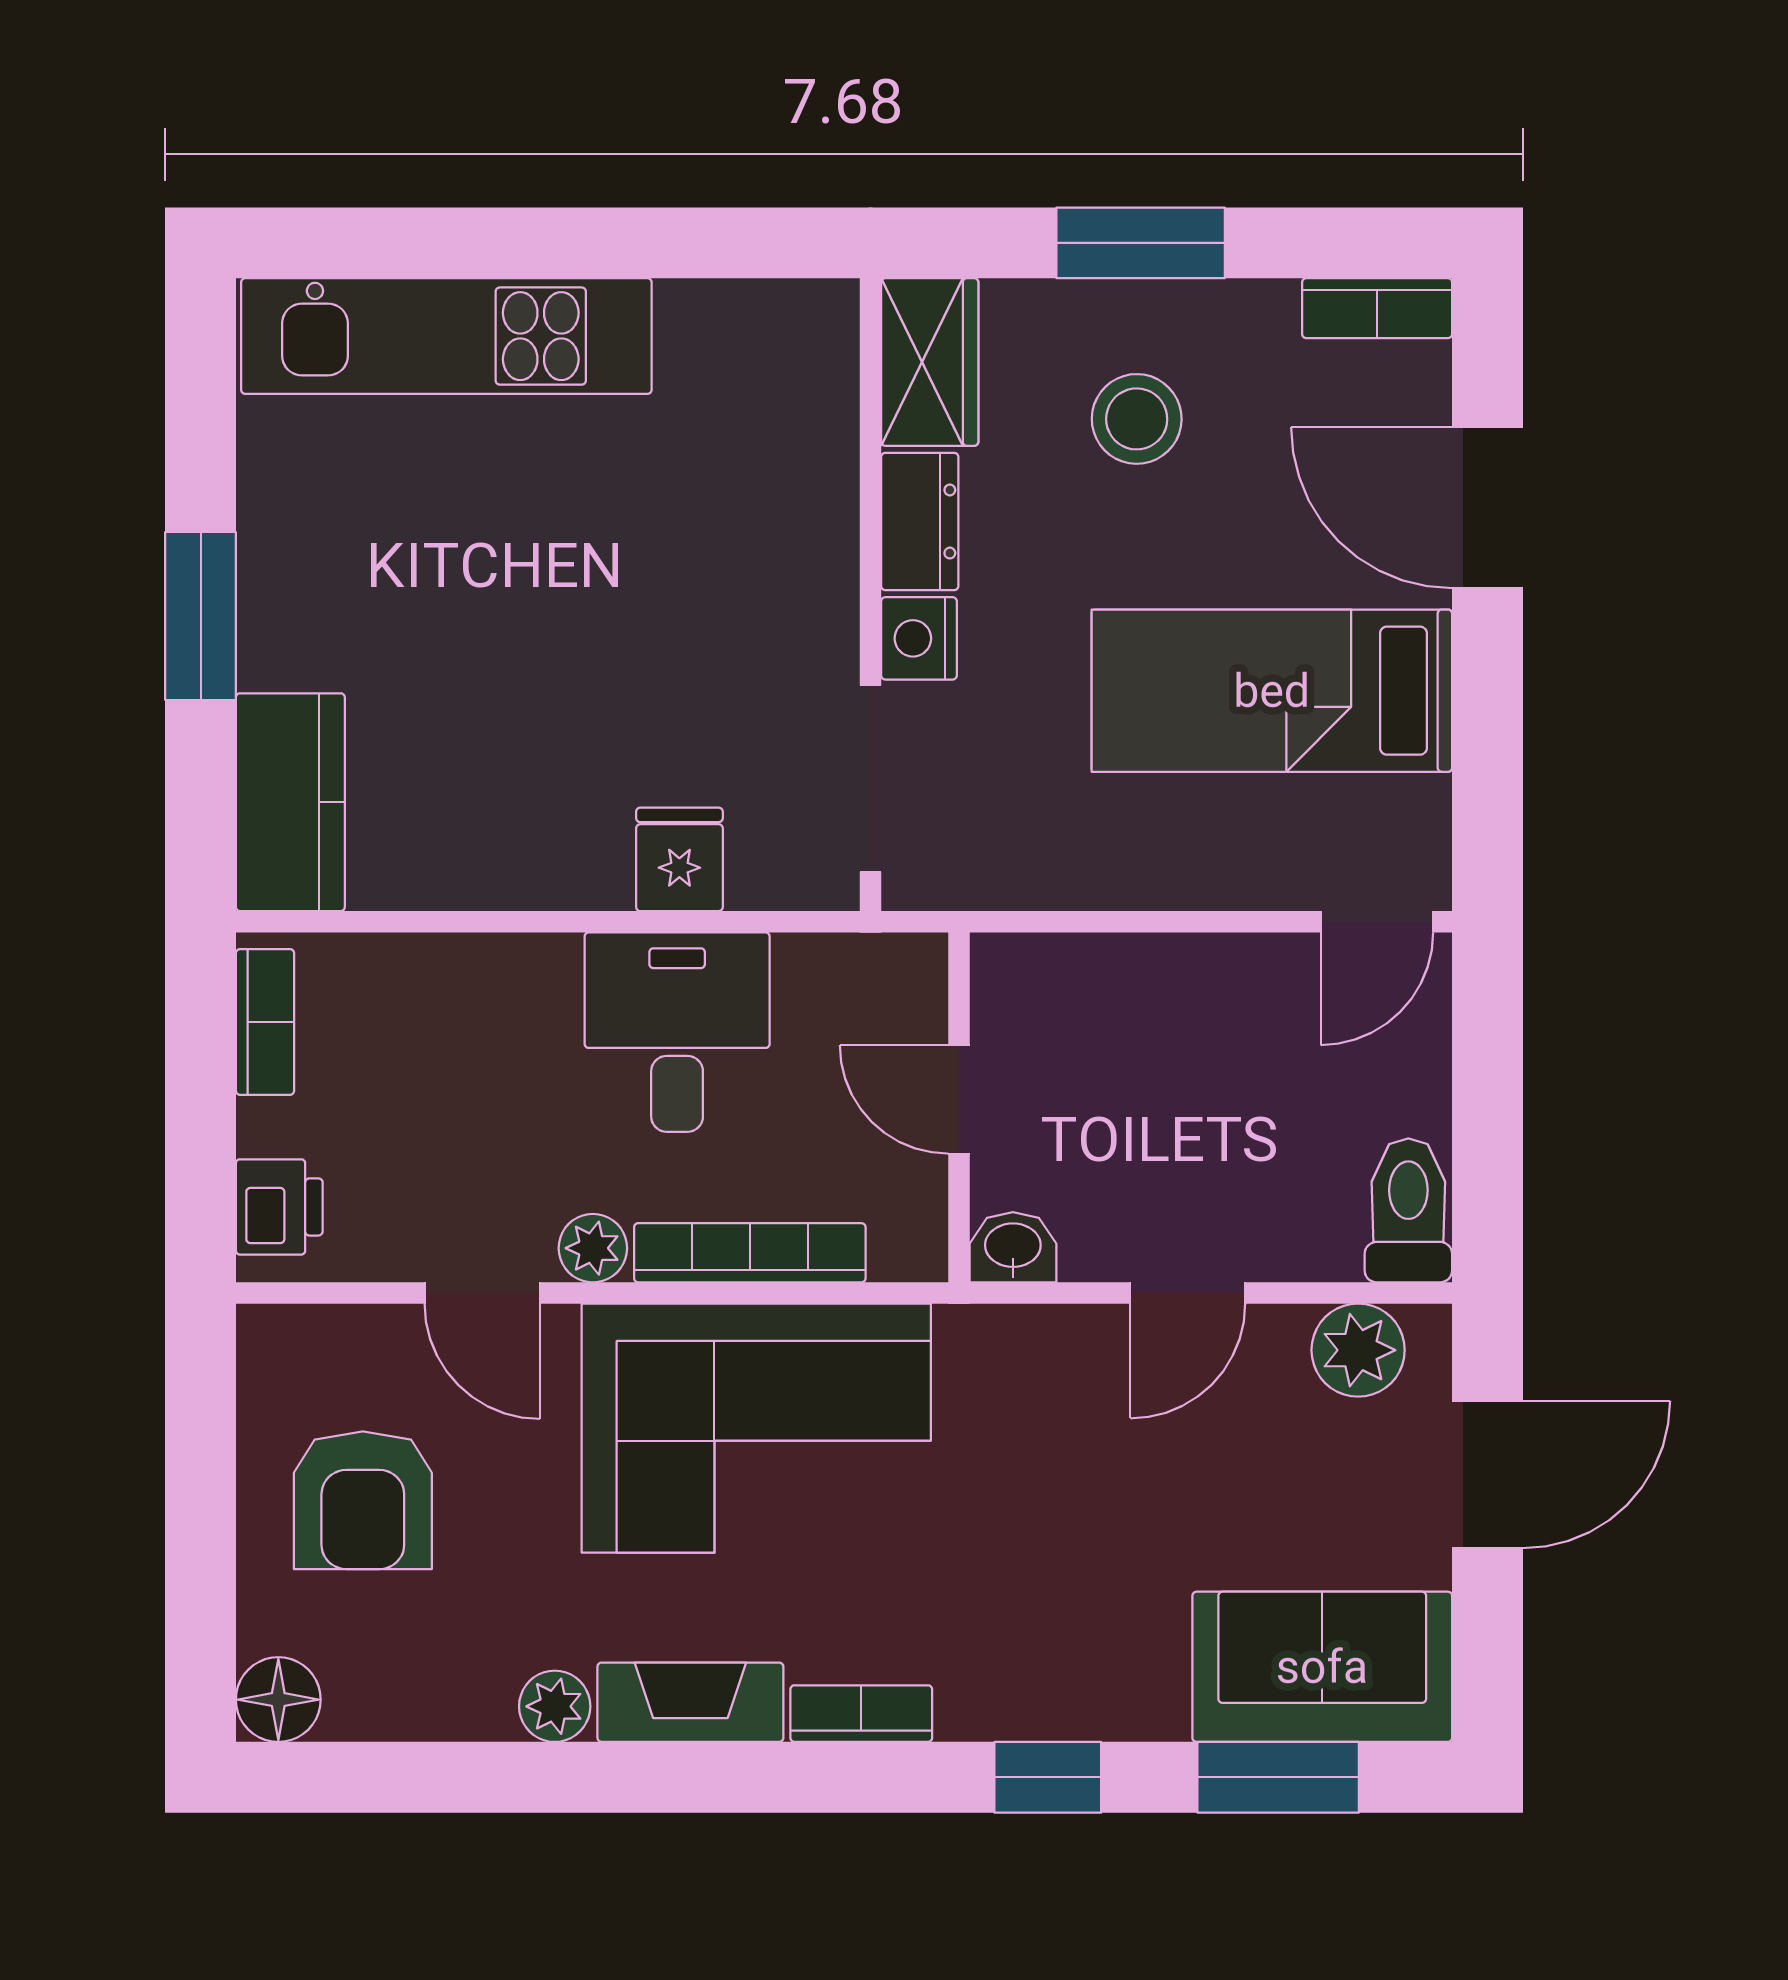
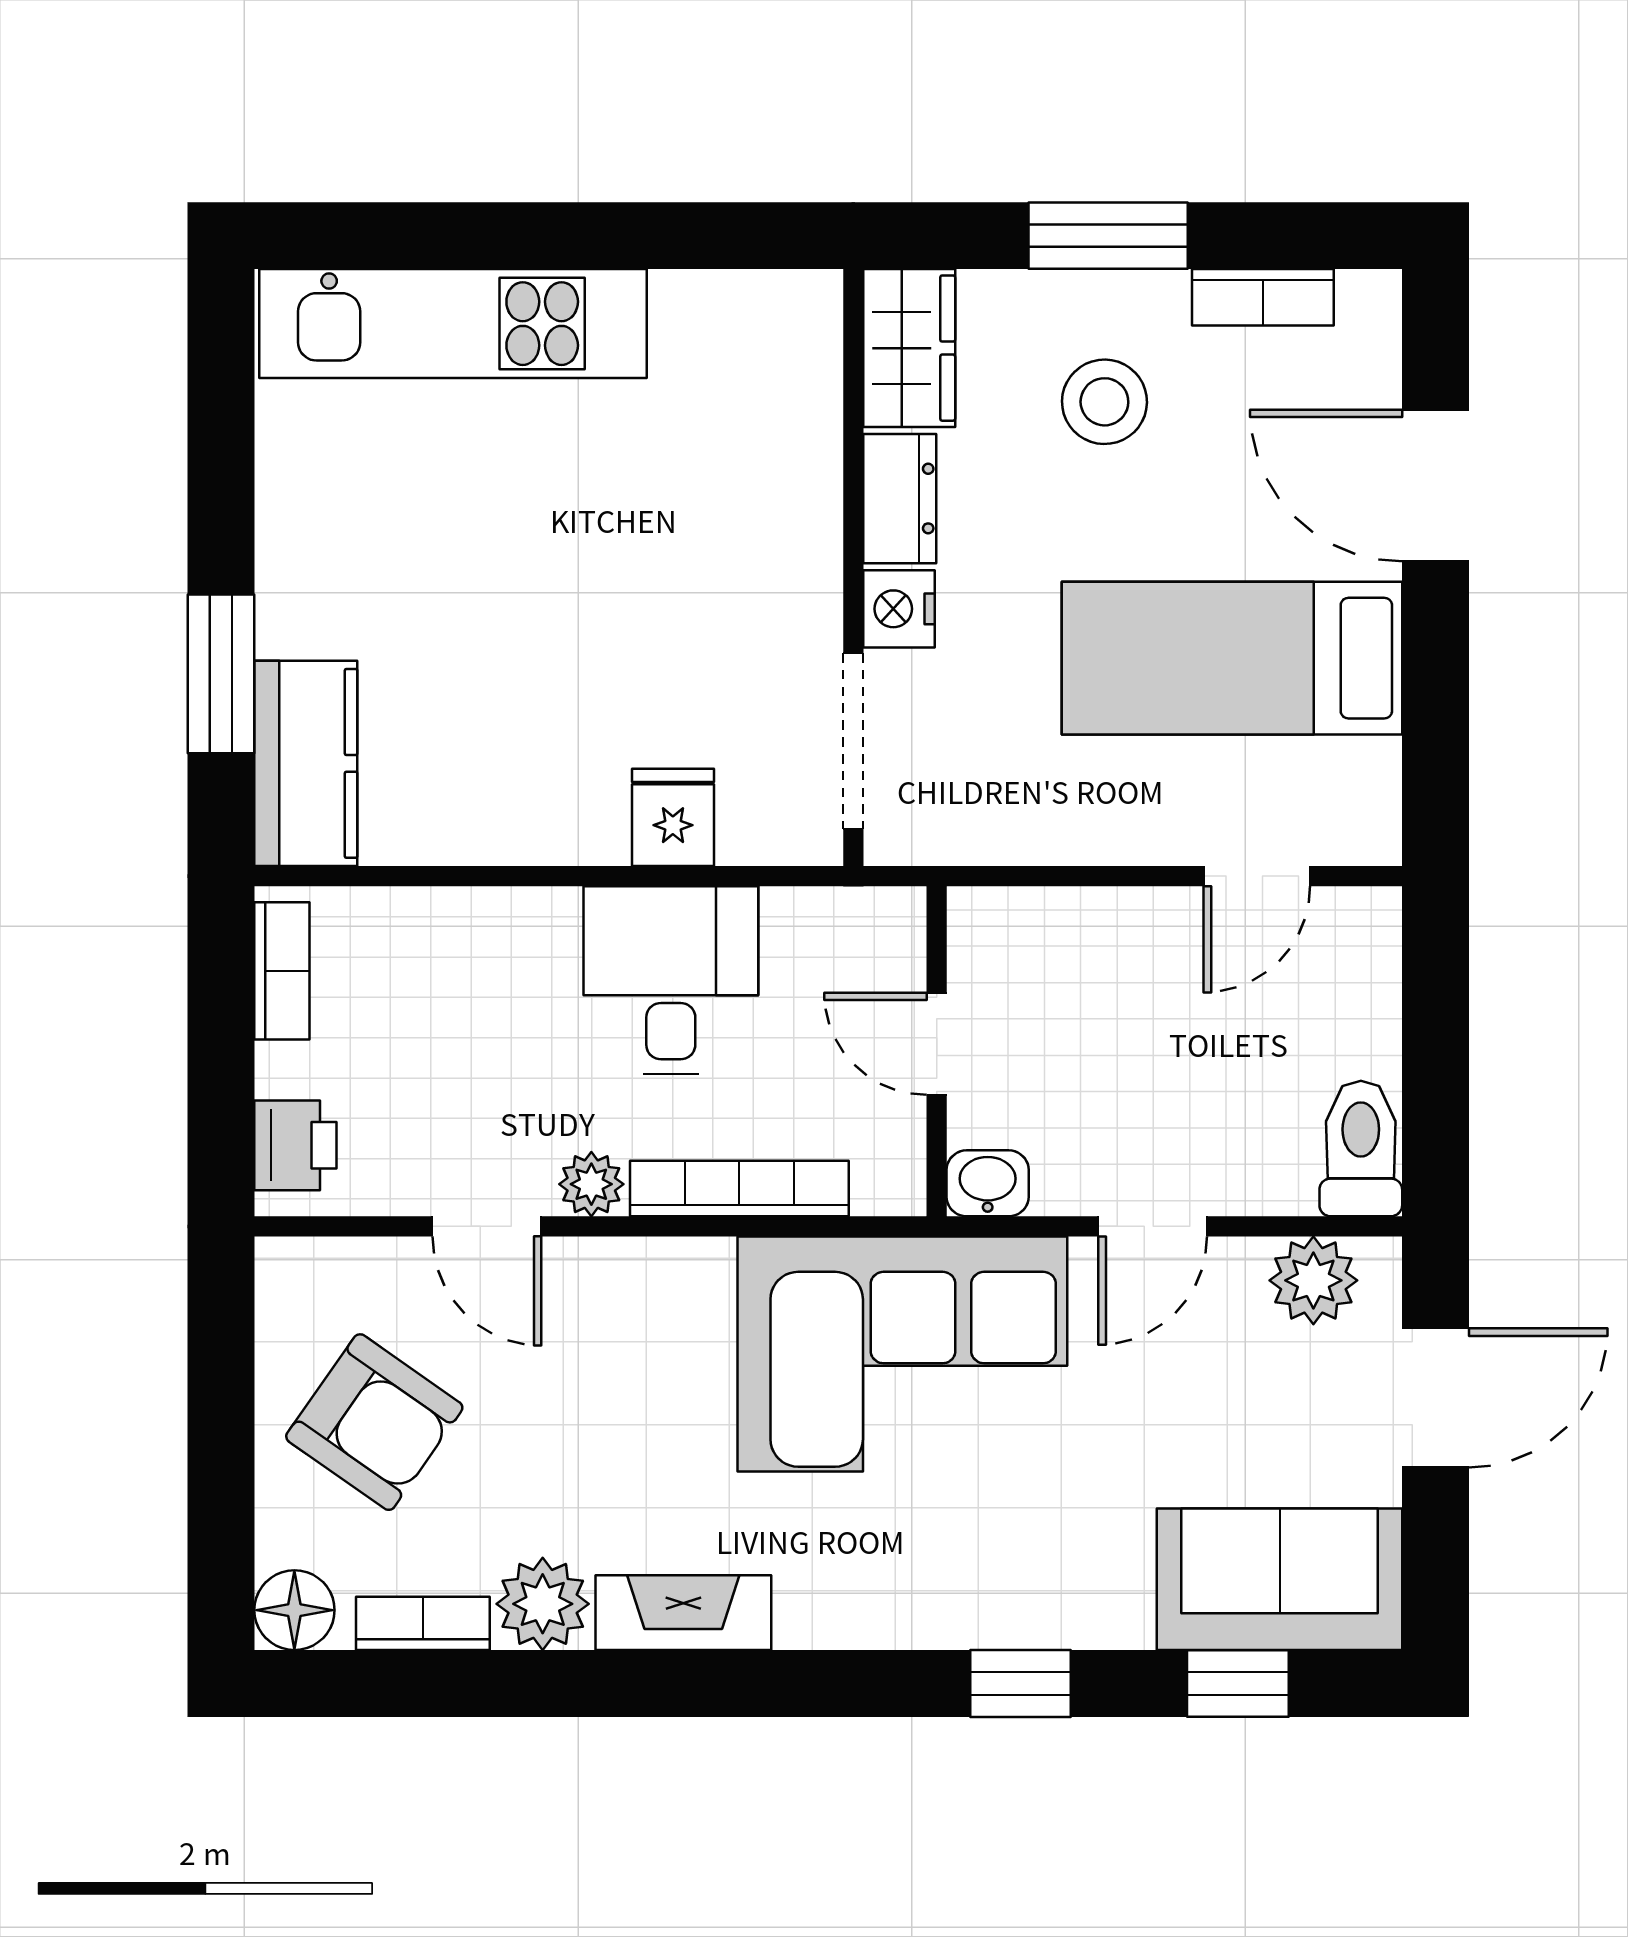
bookcase: (1377, 308) -> (1263, 297), moved
window: (201, 616) -> (221, 674), moved
door: (1377, 922) -> (1257, 876), moved
corner sofa: (756, 1428) -> (902, 1354), moved
armchair: (363, 1500) -> (374, 1422), turned -55
plant: (555, 1706) -> (543, 1604), width x1.38, depth x1.38
bookcase: (861, 1714) -> (423, 1623), moved
window: (1278, 1777) -> (1238, 1683), width x0.67

